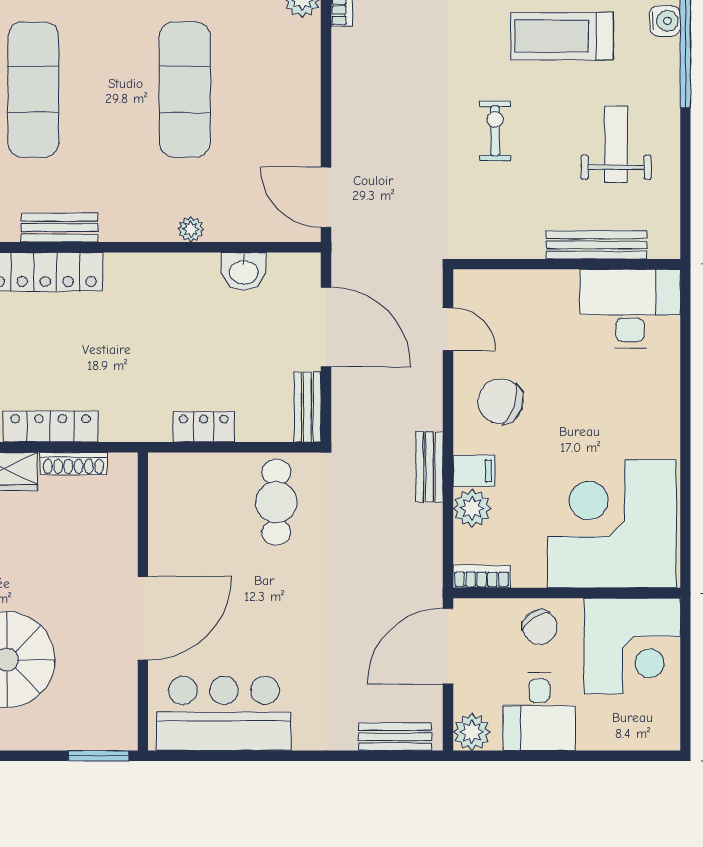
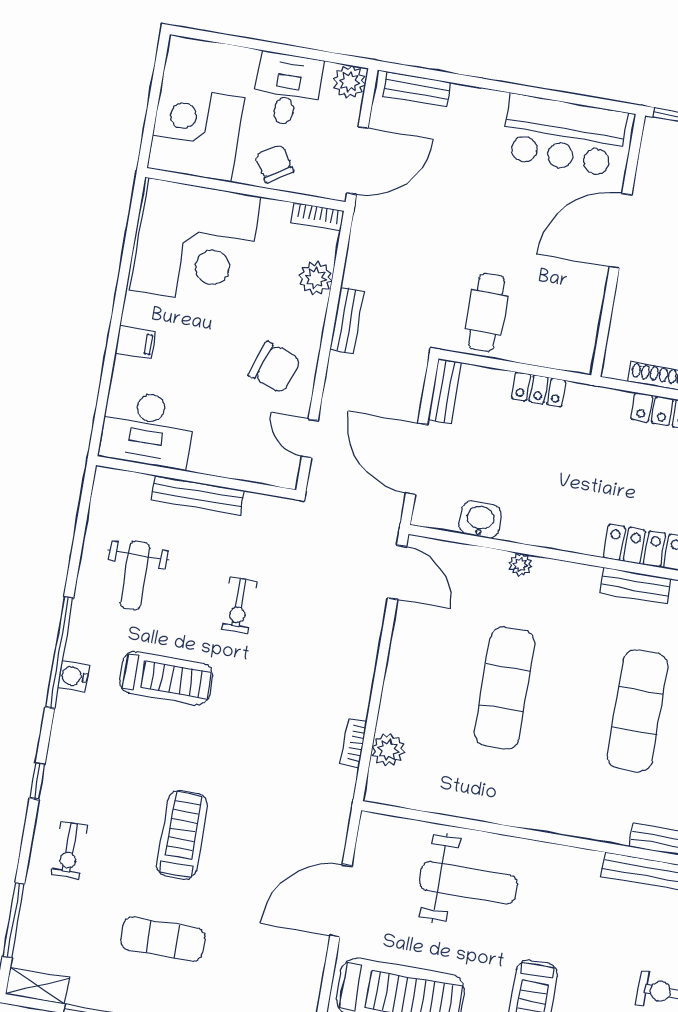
bench: (597, 245) -> (198, 495), moved
filing cabinet: (474, 471) -> (136, 342), moved, turned 180

